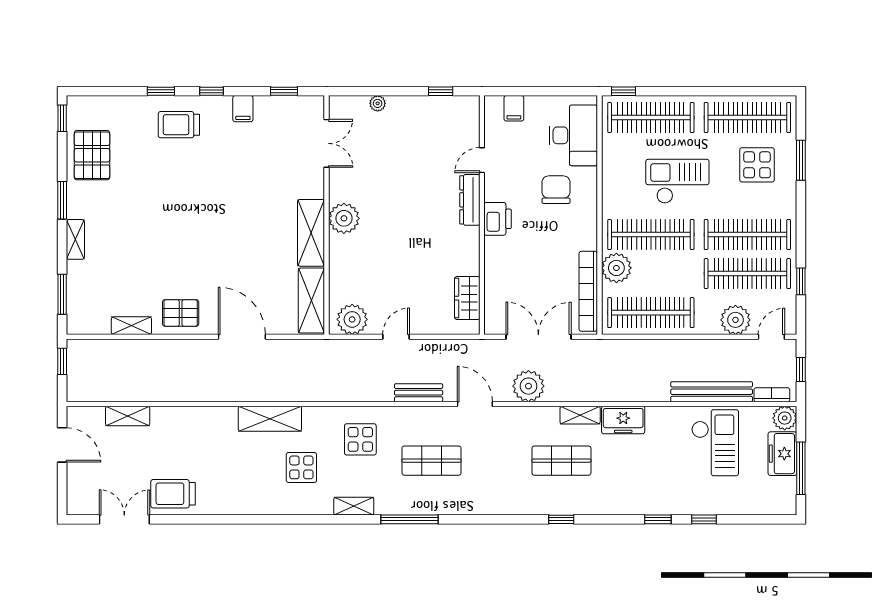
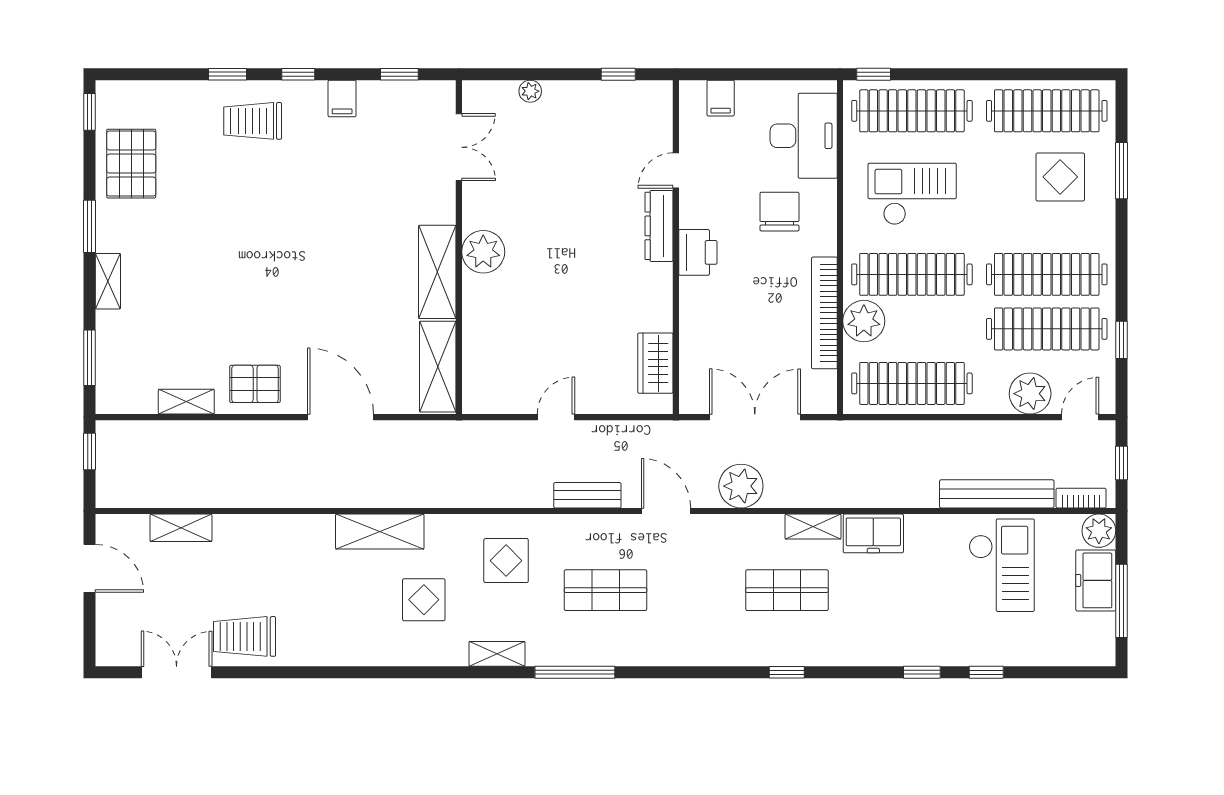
checkout: (677, 181) -> (912, 194), moved
bookcase: (588, 291) -> (824, 313), moved
plant: (352, 319) -> (495, 393), removed

